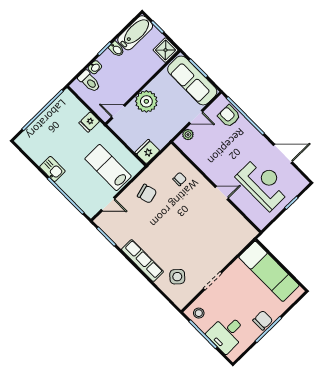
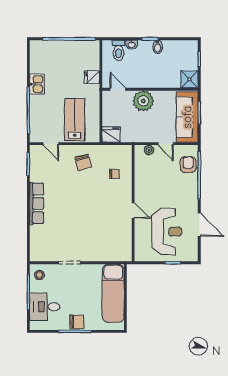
bathtub: (135, 33) -> (181, 48), removed
side table: (177, 277) -> (49, 237), removed

